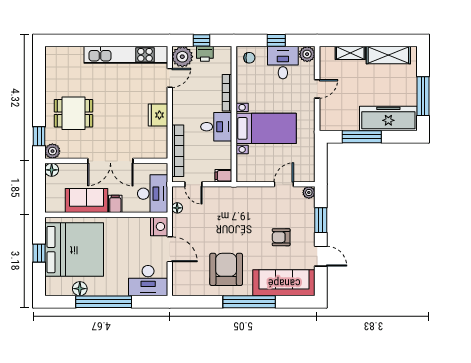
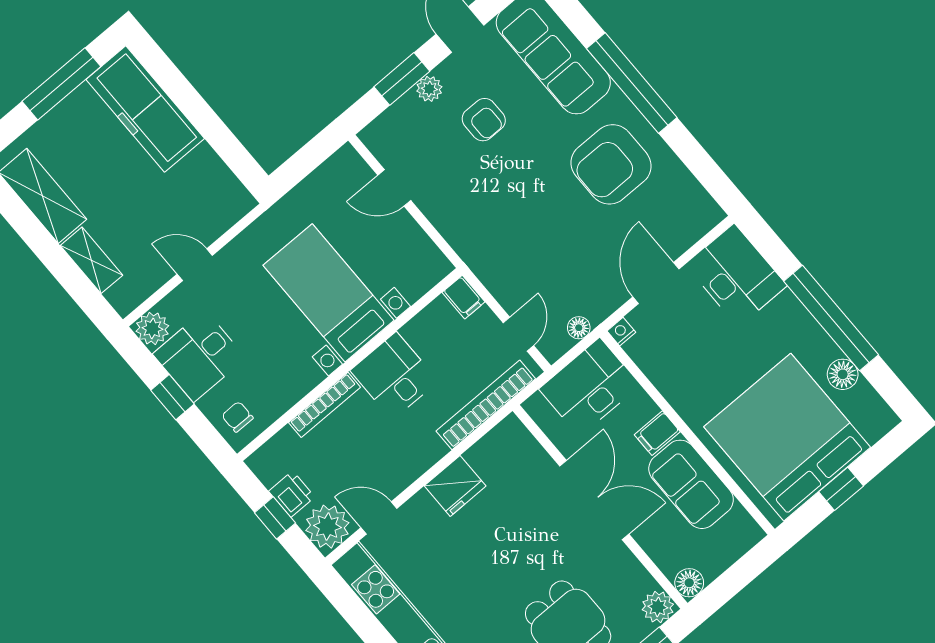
window: (362, 137) -> (211, 127), removed
plant: (309, 193) -> (429, 89), moved
nightstand: (159, 227) -> (621, 332), width x0.53, depth x0.56

